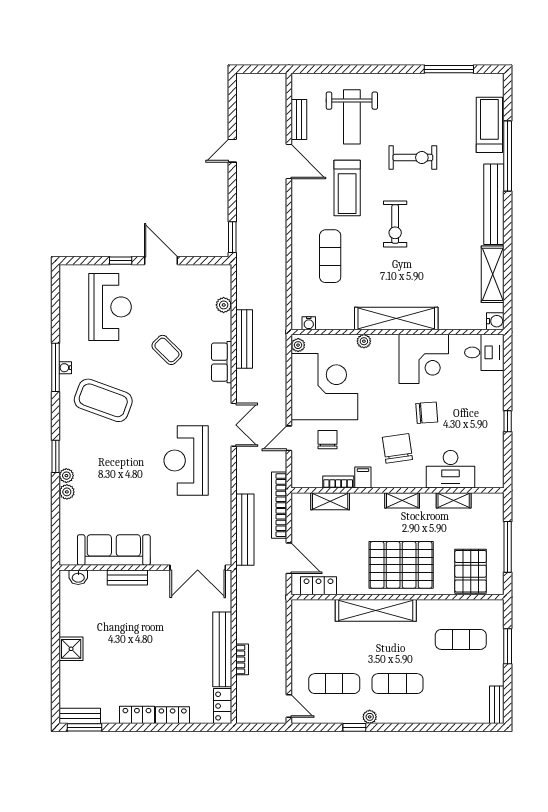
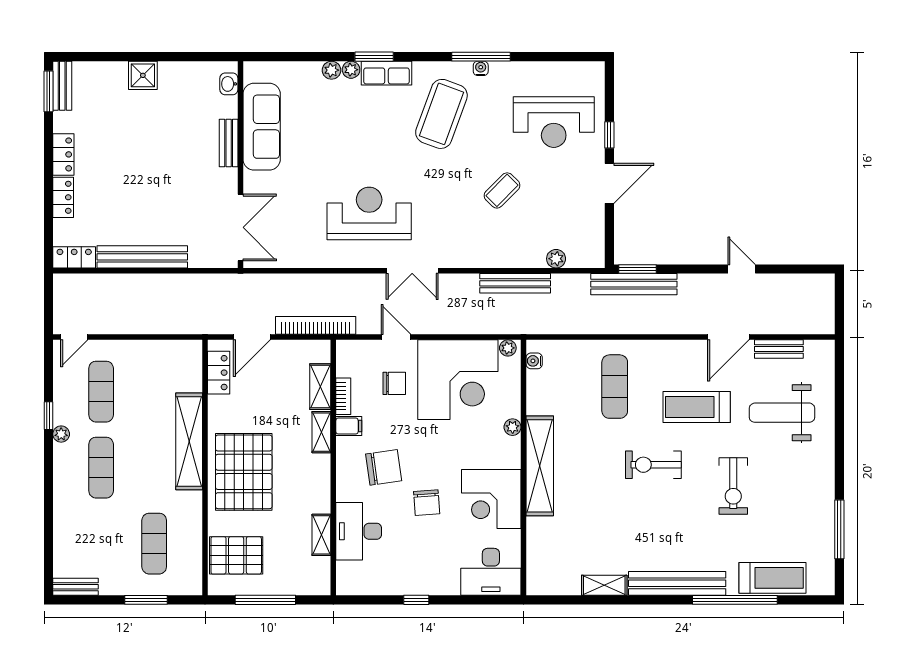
exercise mat: (330, 256) -> (615, 387), turned 90
shelving: (493, 274) -> (604, 585), width x0.67, depth x0.75
water cooler: (495, 321) -> (537, 585), removed
desk: (484, 352) -> (491, 572), width x1.37
row of seats: (222, 362) -> (387, 73), moved, turned 180
shelving: (402, 500) -> (321, 432), moved
bench: (245, 530) -> (634, 284), moved
double door: (198, 568) -> (240, 227), swing flipped
bookcase: (242, 659) -> (130, 281), removed

